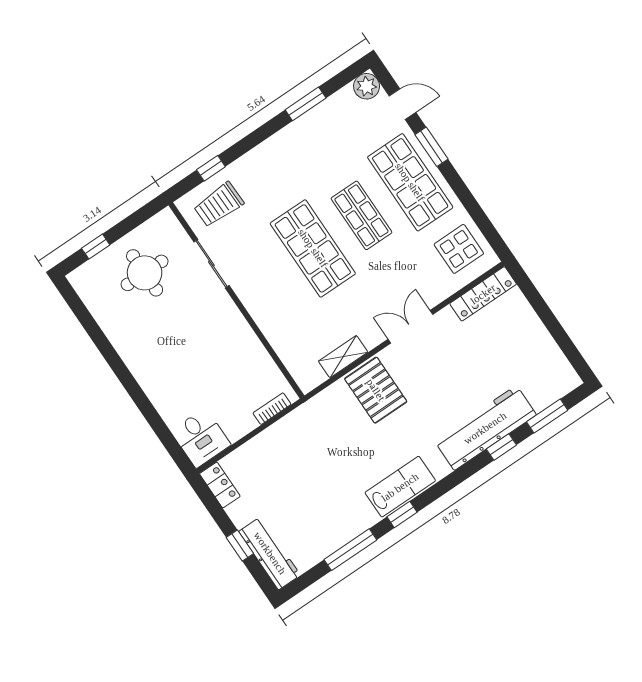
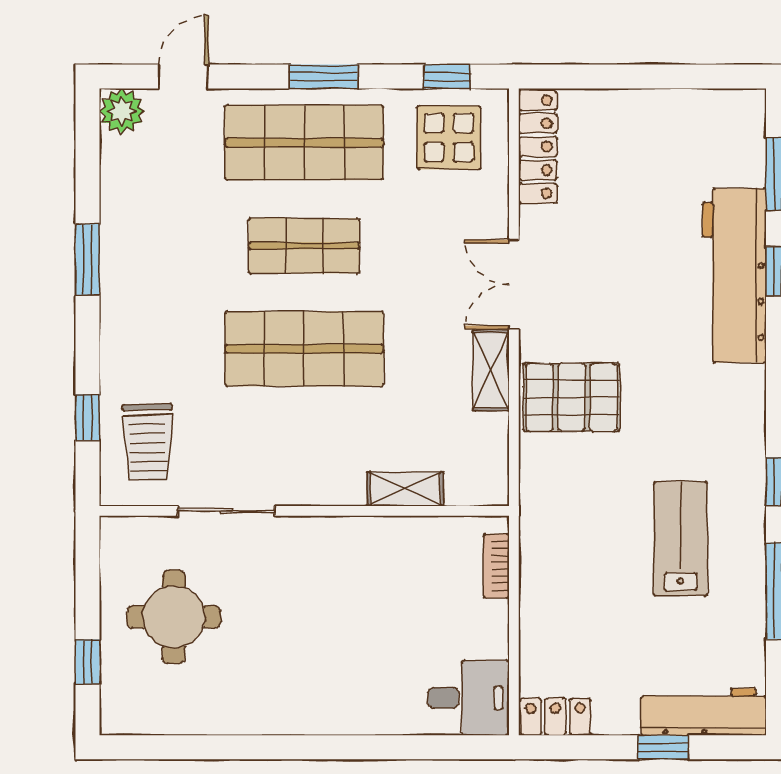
window: (306, 104) -> (87, 260), moved
window: (432, 147) -> (323, 77), moved
window: (487, 229) -> (447, 77), added
shelving: (279, 341) -> (405, 489), added
shelving: (343, 357) -> (491, 370), moved
lab bench: (400, 487) -> (680, 539), moved

